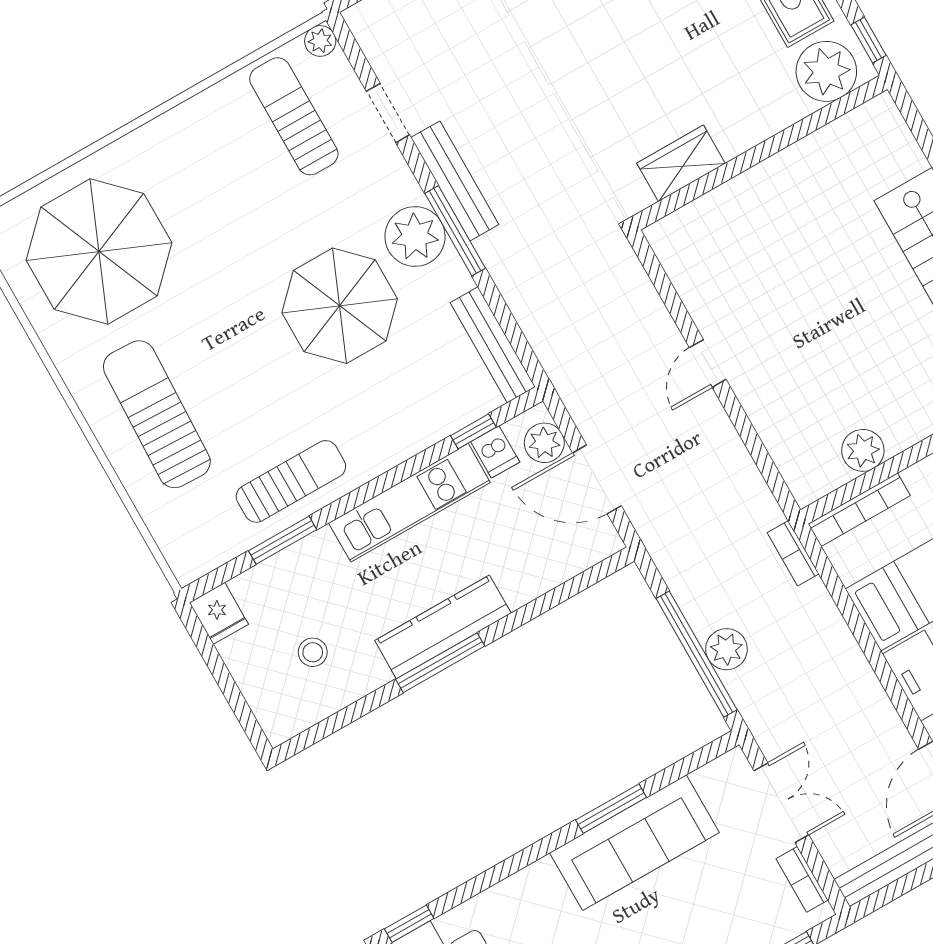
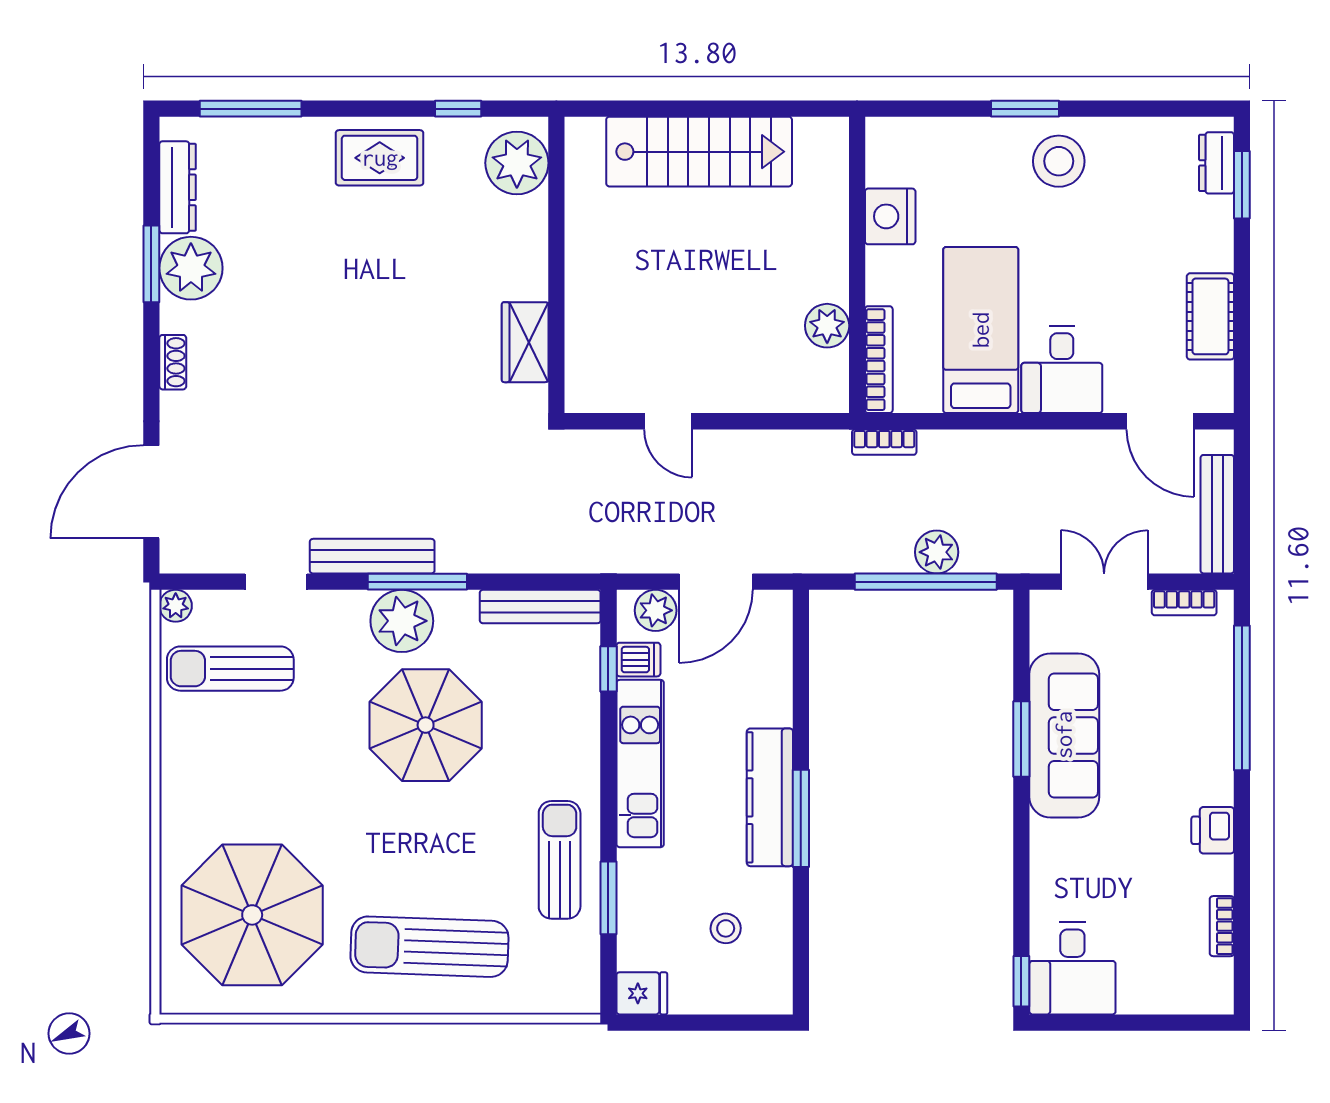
plant: (826, 71) -> (517, 163), moved
wall: (760, 153) -> (556, 265), moved
wardrobe: (681, 163) -> (525, 342), moved

